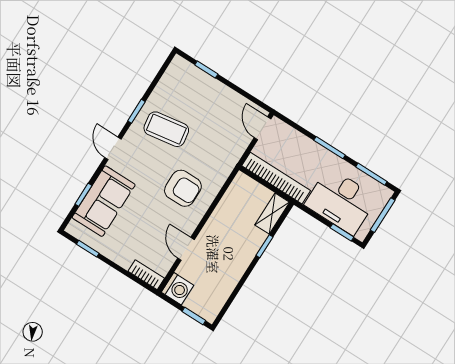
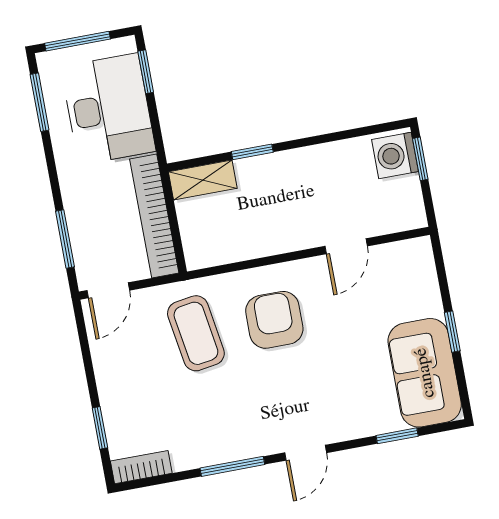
window: (136, 111) -> (232, 466), width x1.50
coffee table: (166, 129) -> (196, 333), moved
window: (330, 148) -> (65, 239), moved
sofa: (104, 201) -> (425, 373), moved, turned -90
window: (88, 249) -> (452, 332), moved
bookcase: (146, 275) -> (141, 467), moved, turned 90
washing machine: (178, 289) -> (395, 155), moved, turned -90

